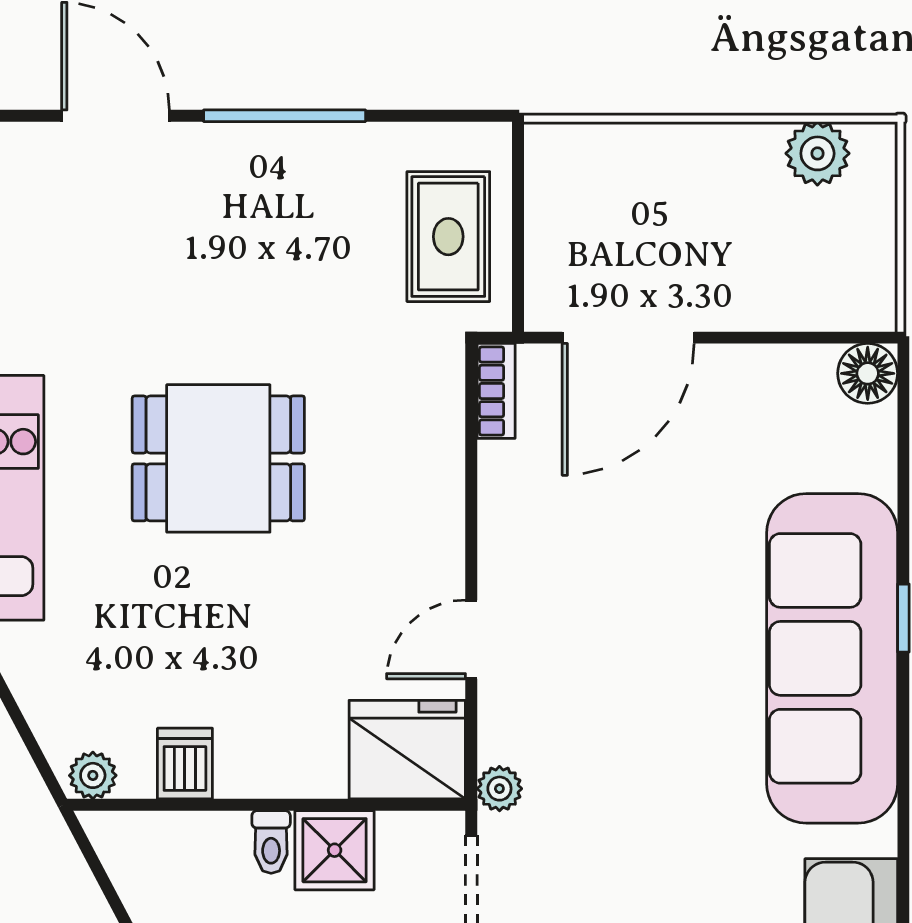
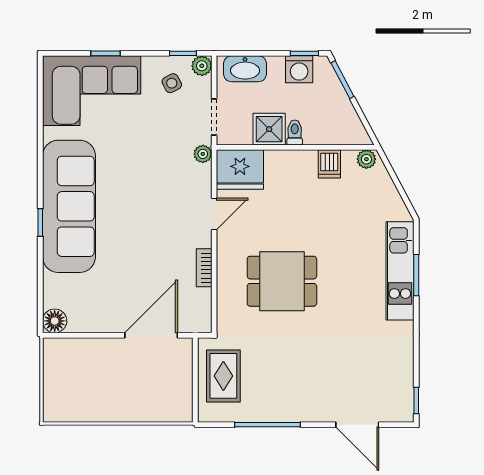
window: (285, 116) -> (267, 425), moved
plant: (817, 153) -> (75, 409), removed
bookcase: (496, 391) -> (204, 268), moved
dining table: (218, 458) -> (282, 281), moved

